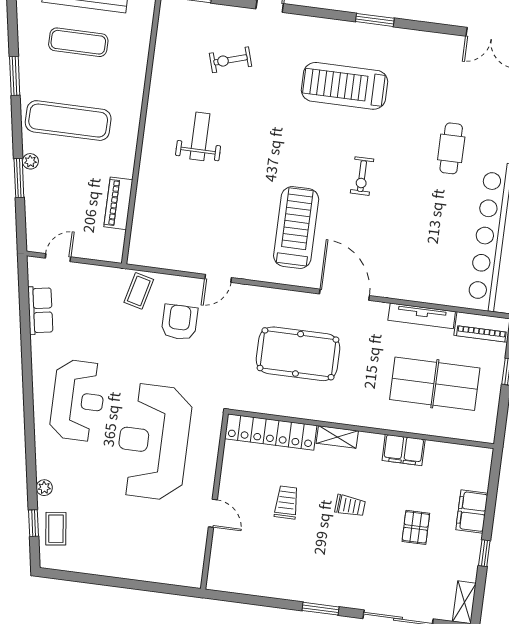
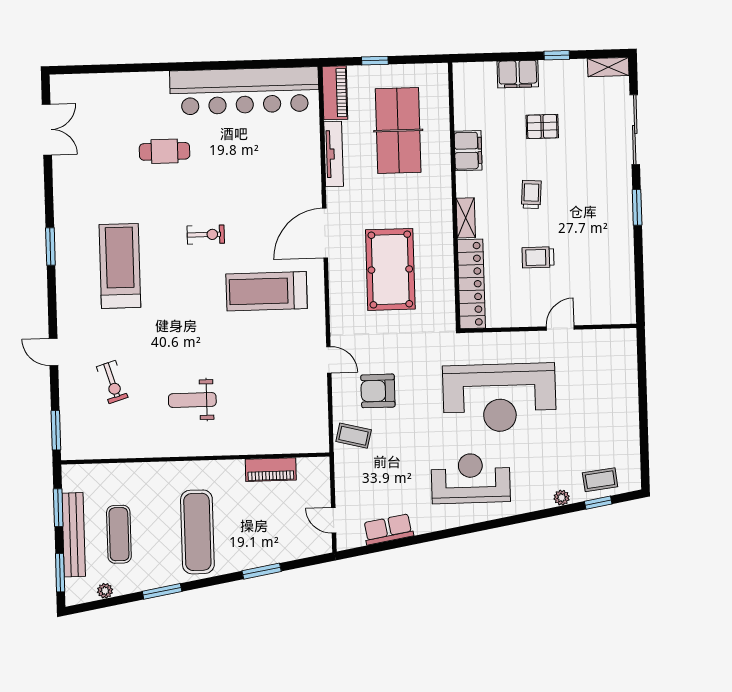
treadmill: (345, 86) -> (120, 266), turned 180
plant: (30, 161) -> (105, 591), moved

